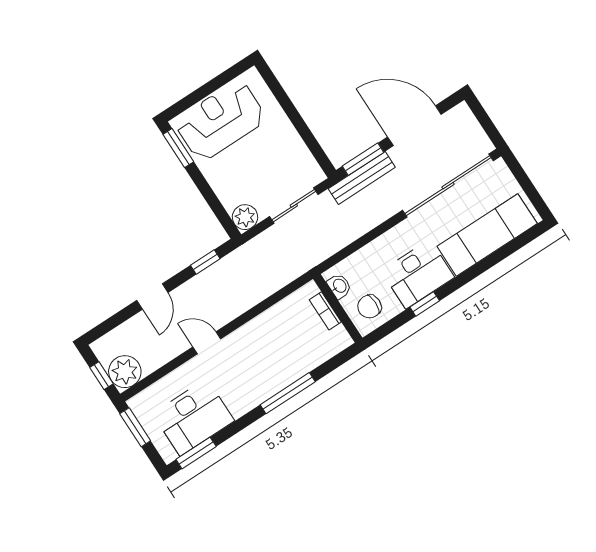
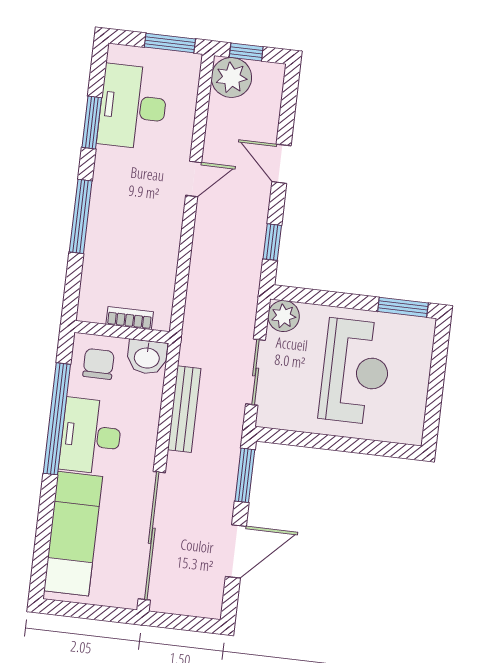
reception desk: (220, 121) -> (355, 372), moved
door: (414, 126) -> (236, 551), width x0.73
bench: (362, 178) -> (184, 409), moved
washbasin: (339, 286) -> (147, 357), width x1.38, depth x1.45
window: (425, 304) -> (57, 419), width x3.17
window: (196, 453) -> (92, 122), moved

